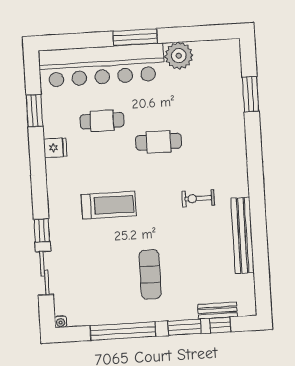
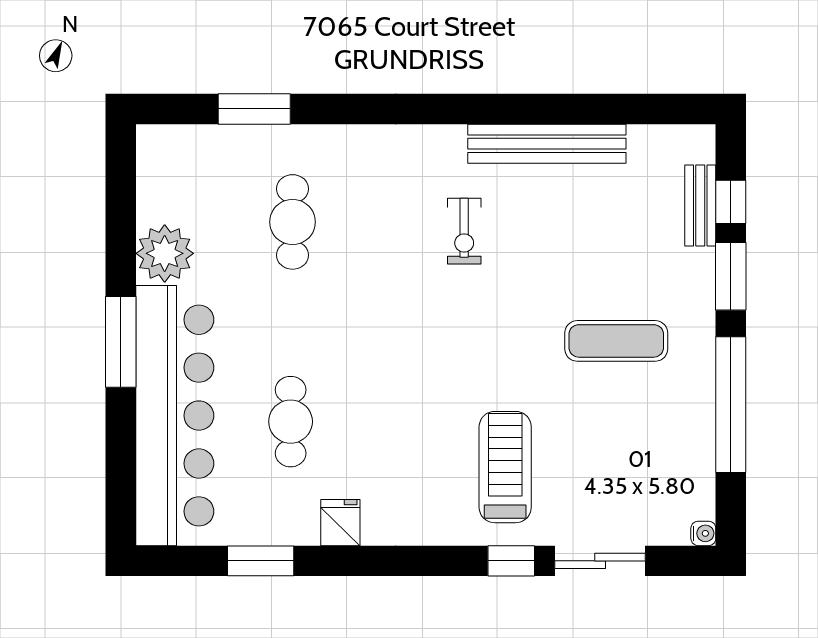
cafe table: (159, 142) -> (293, 222), moved
treadmill: (109, 205) -> (505, 467), moved

